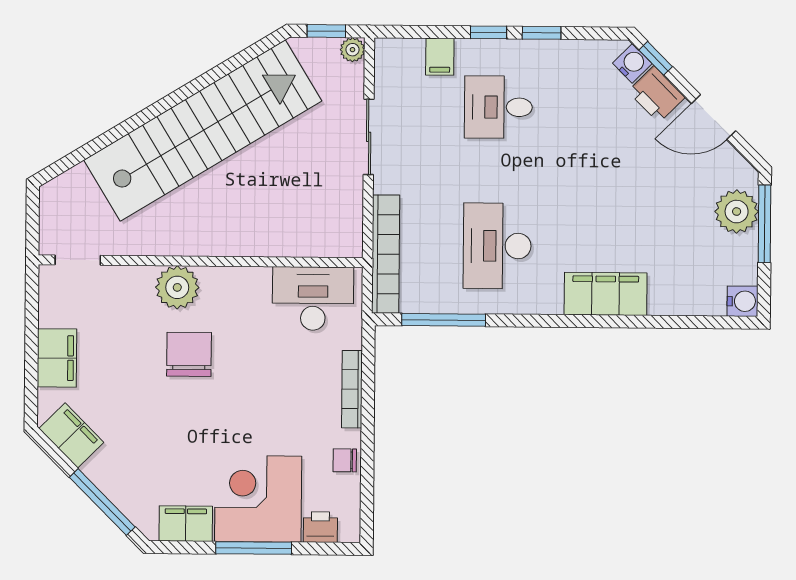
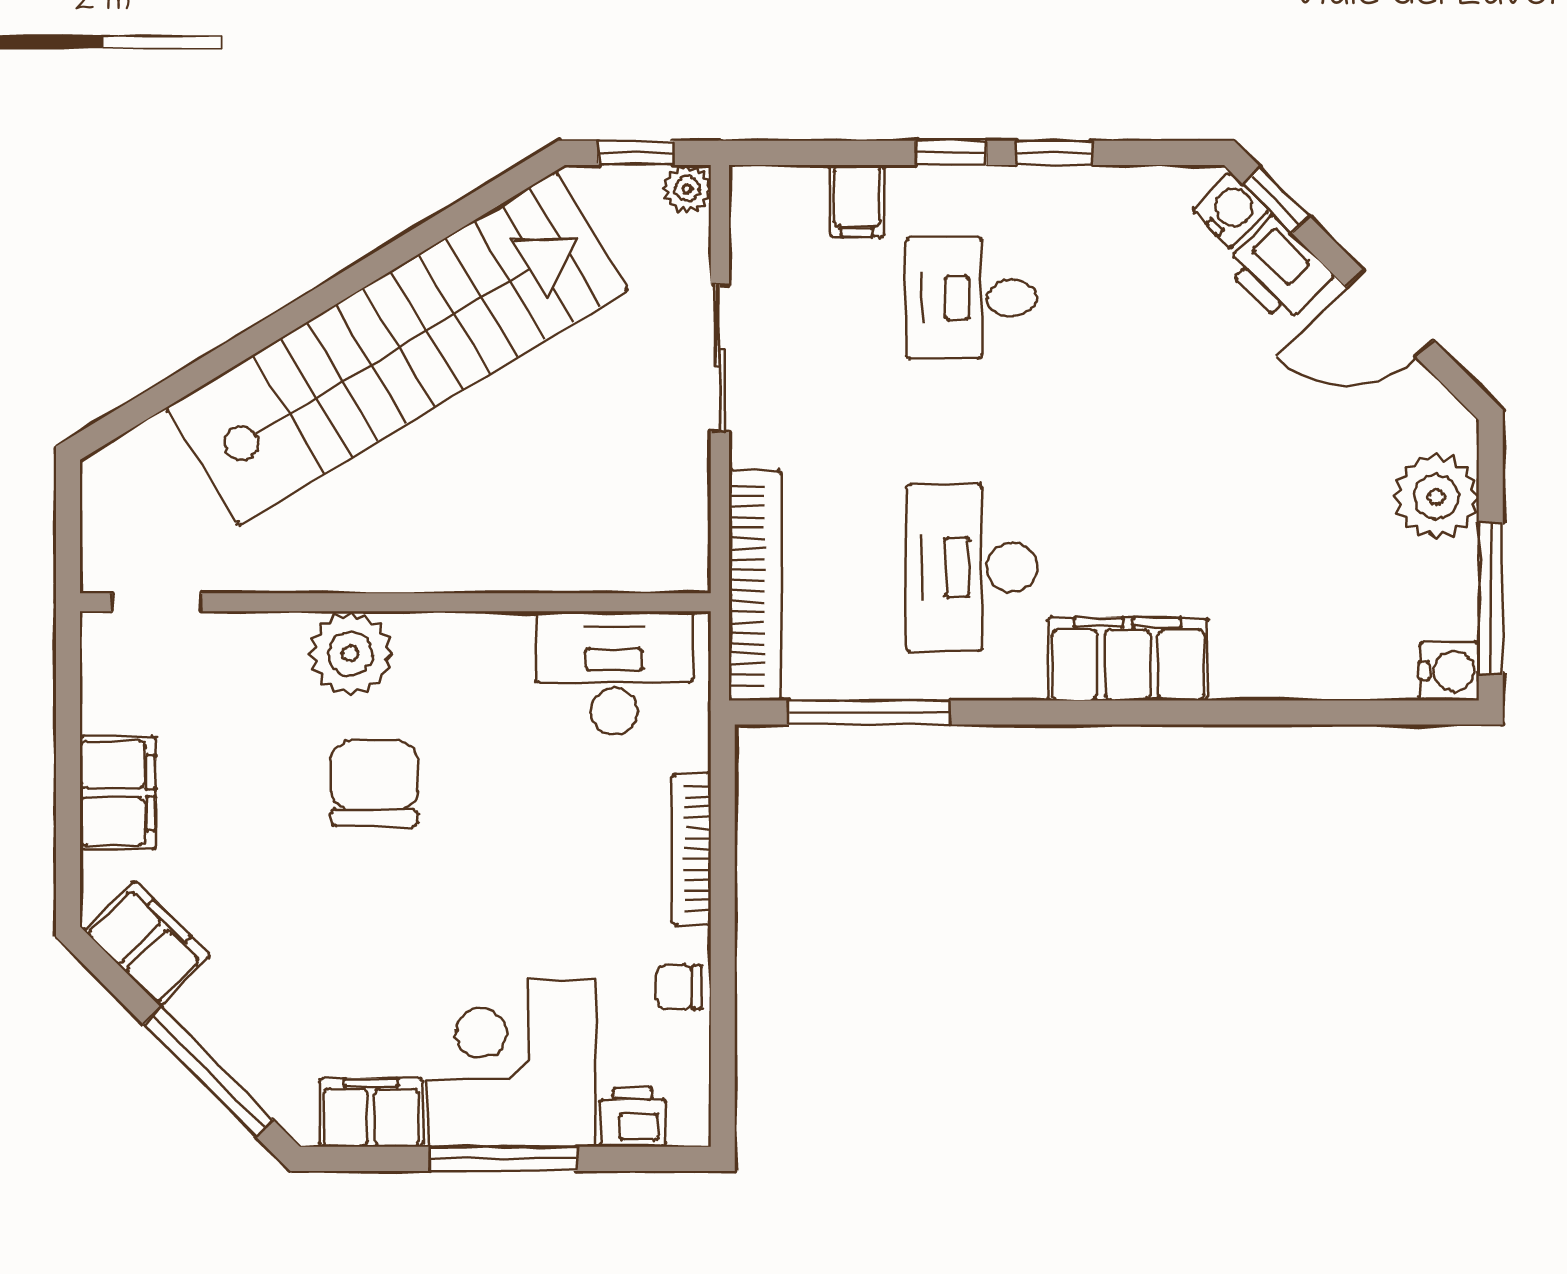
window: (765, 224) -> (1491, 598), moved
filing cabinet: (606, 294) -> (1128, 659), moved

